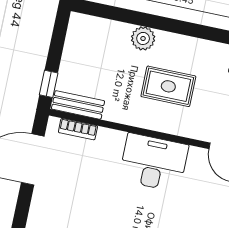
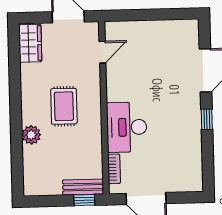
bench: (78, 105) -> (83, 187), moved, turned 90
desk: (154, 163) -> (127, 127), moved

